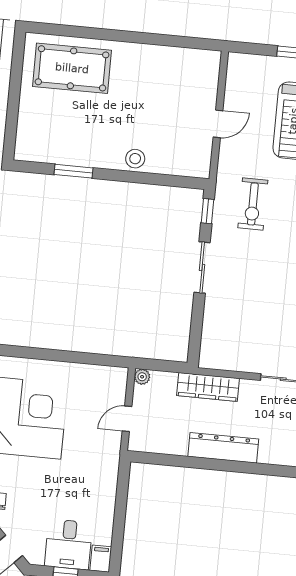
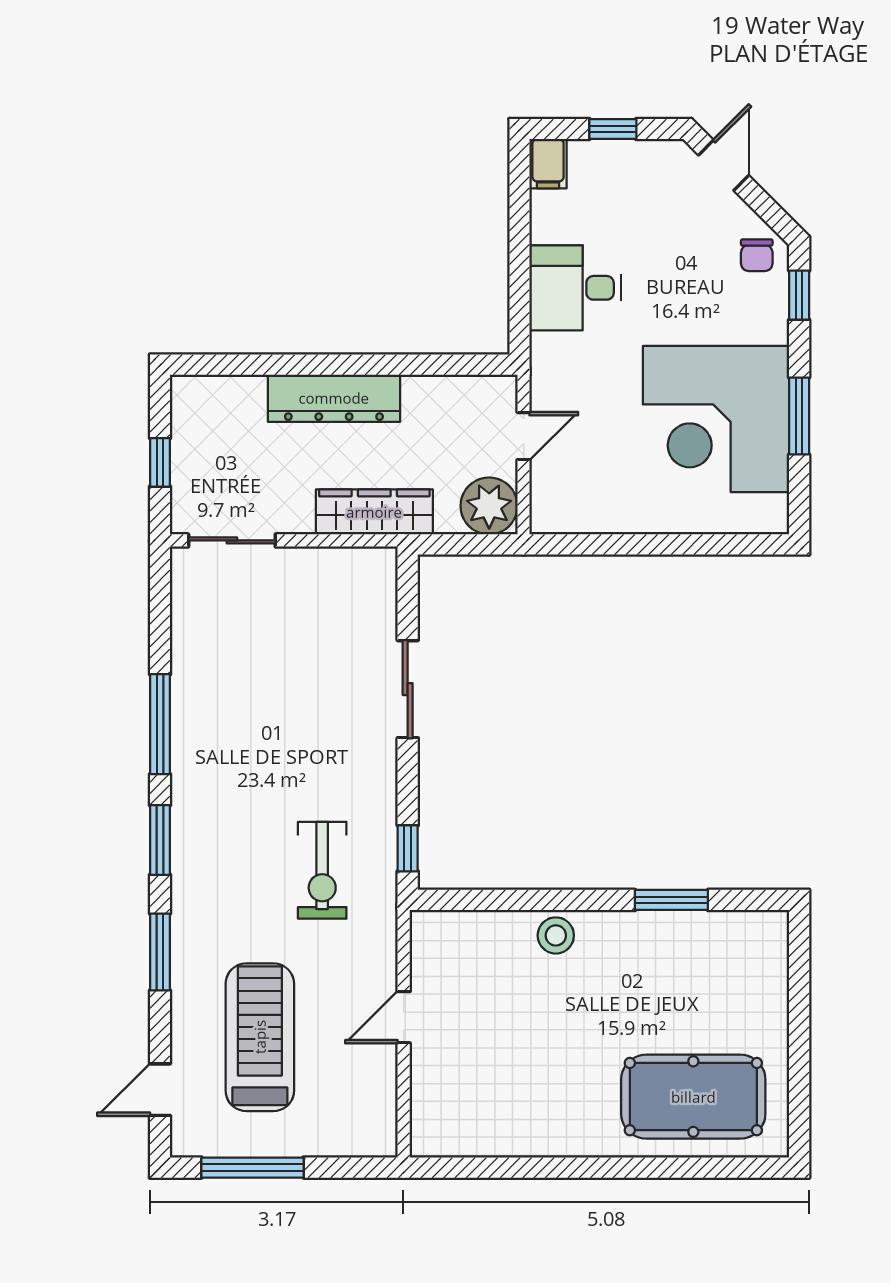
exercise bike: (253, 204) -> (322, 870), turned 180
sliding door: (202, 267) -> (408, 689), moved
plant: (142, 377) -> (489, 506), width x1.88, depth x1.88
desk: (69, 544) -> (575, 288), moved, turned -90

